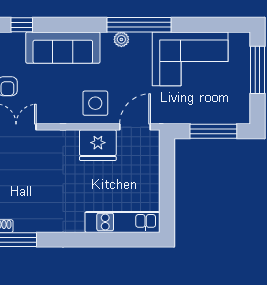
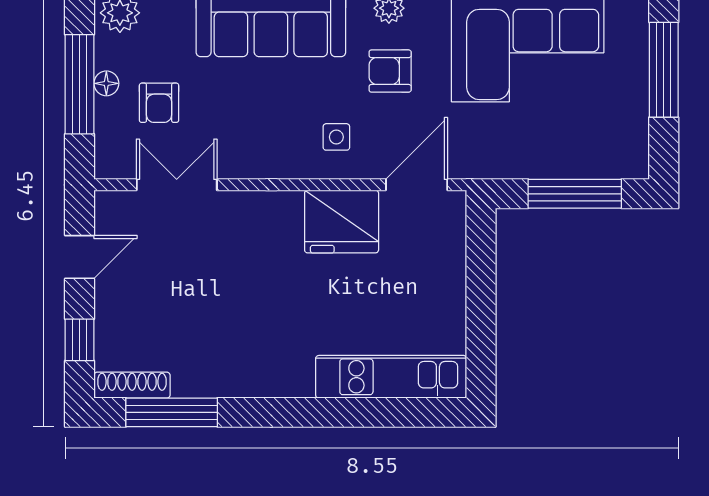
armchair: (122, 71) -> (390, 71), added
side table: (95, 103) -> (336, 137), width x0.54, depth x0.54

